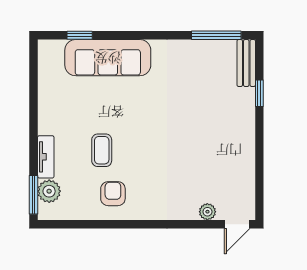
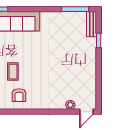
armchair: (113, 194) -> (19, 95), turned 180

